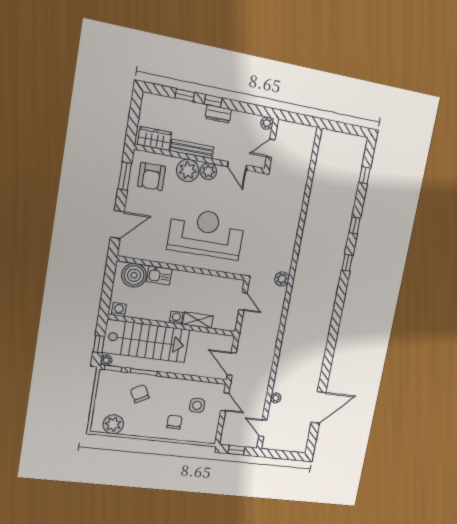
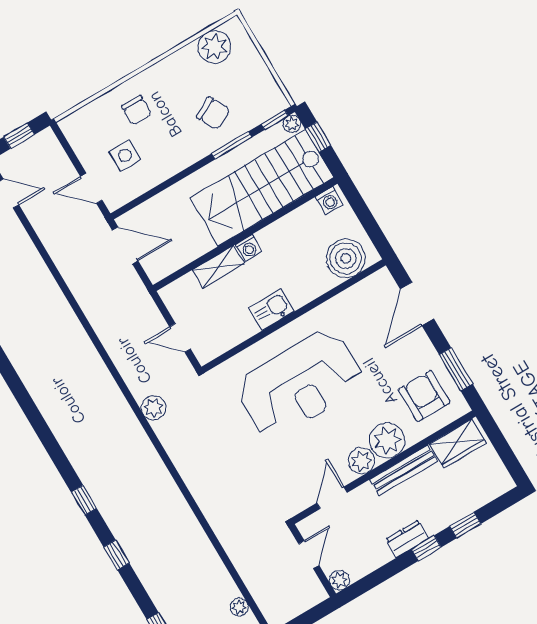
door: (237, 166) -> (332, 498), hinge flipped
kitchen sink: (159, 275) -> (271, 310), moved
plant: (276, 398) -> (239, 607), moved

